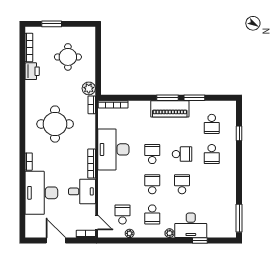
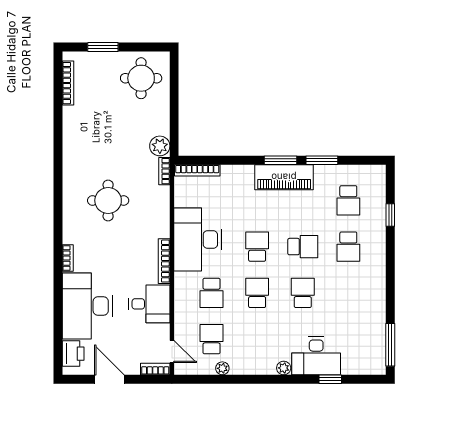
round table: (68, 57) -> (141, 78), moved
printer: (32, 71) -> (73, 354), moved
round table: (55, 124) -> (108, 200), width x0.73, depth x0.73
school desk: (152, 214) -> (211, 293), moved

